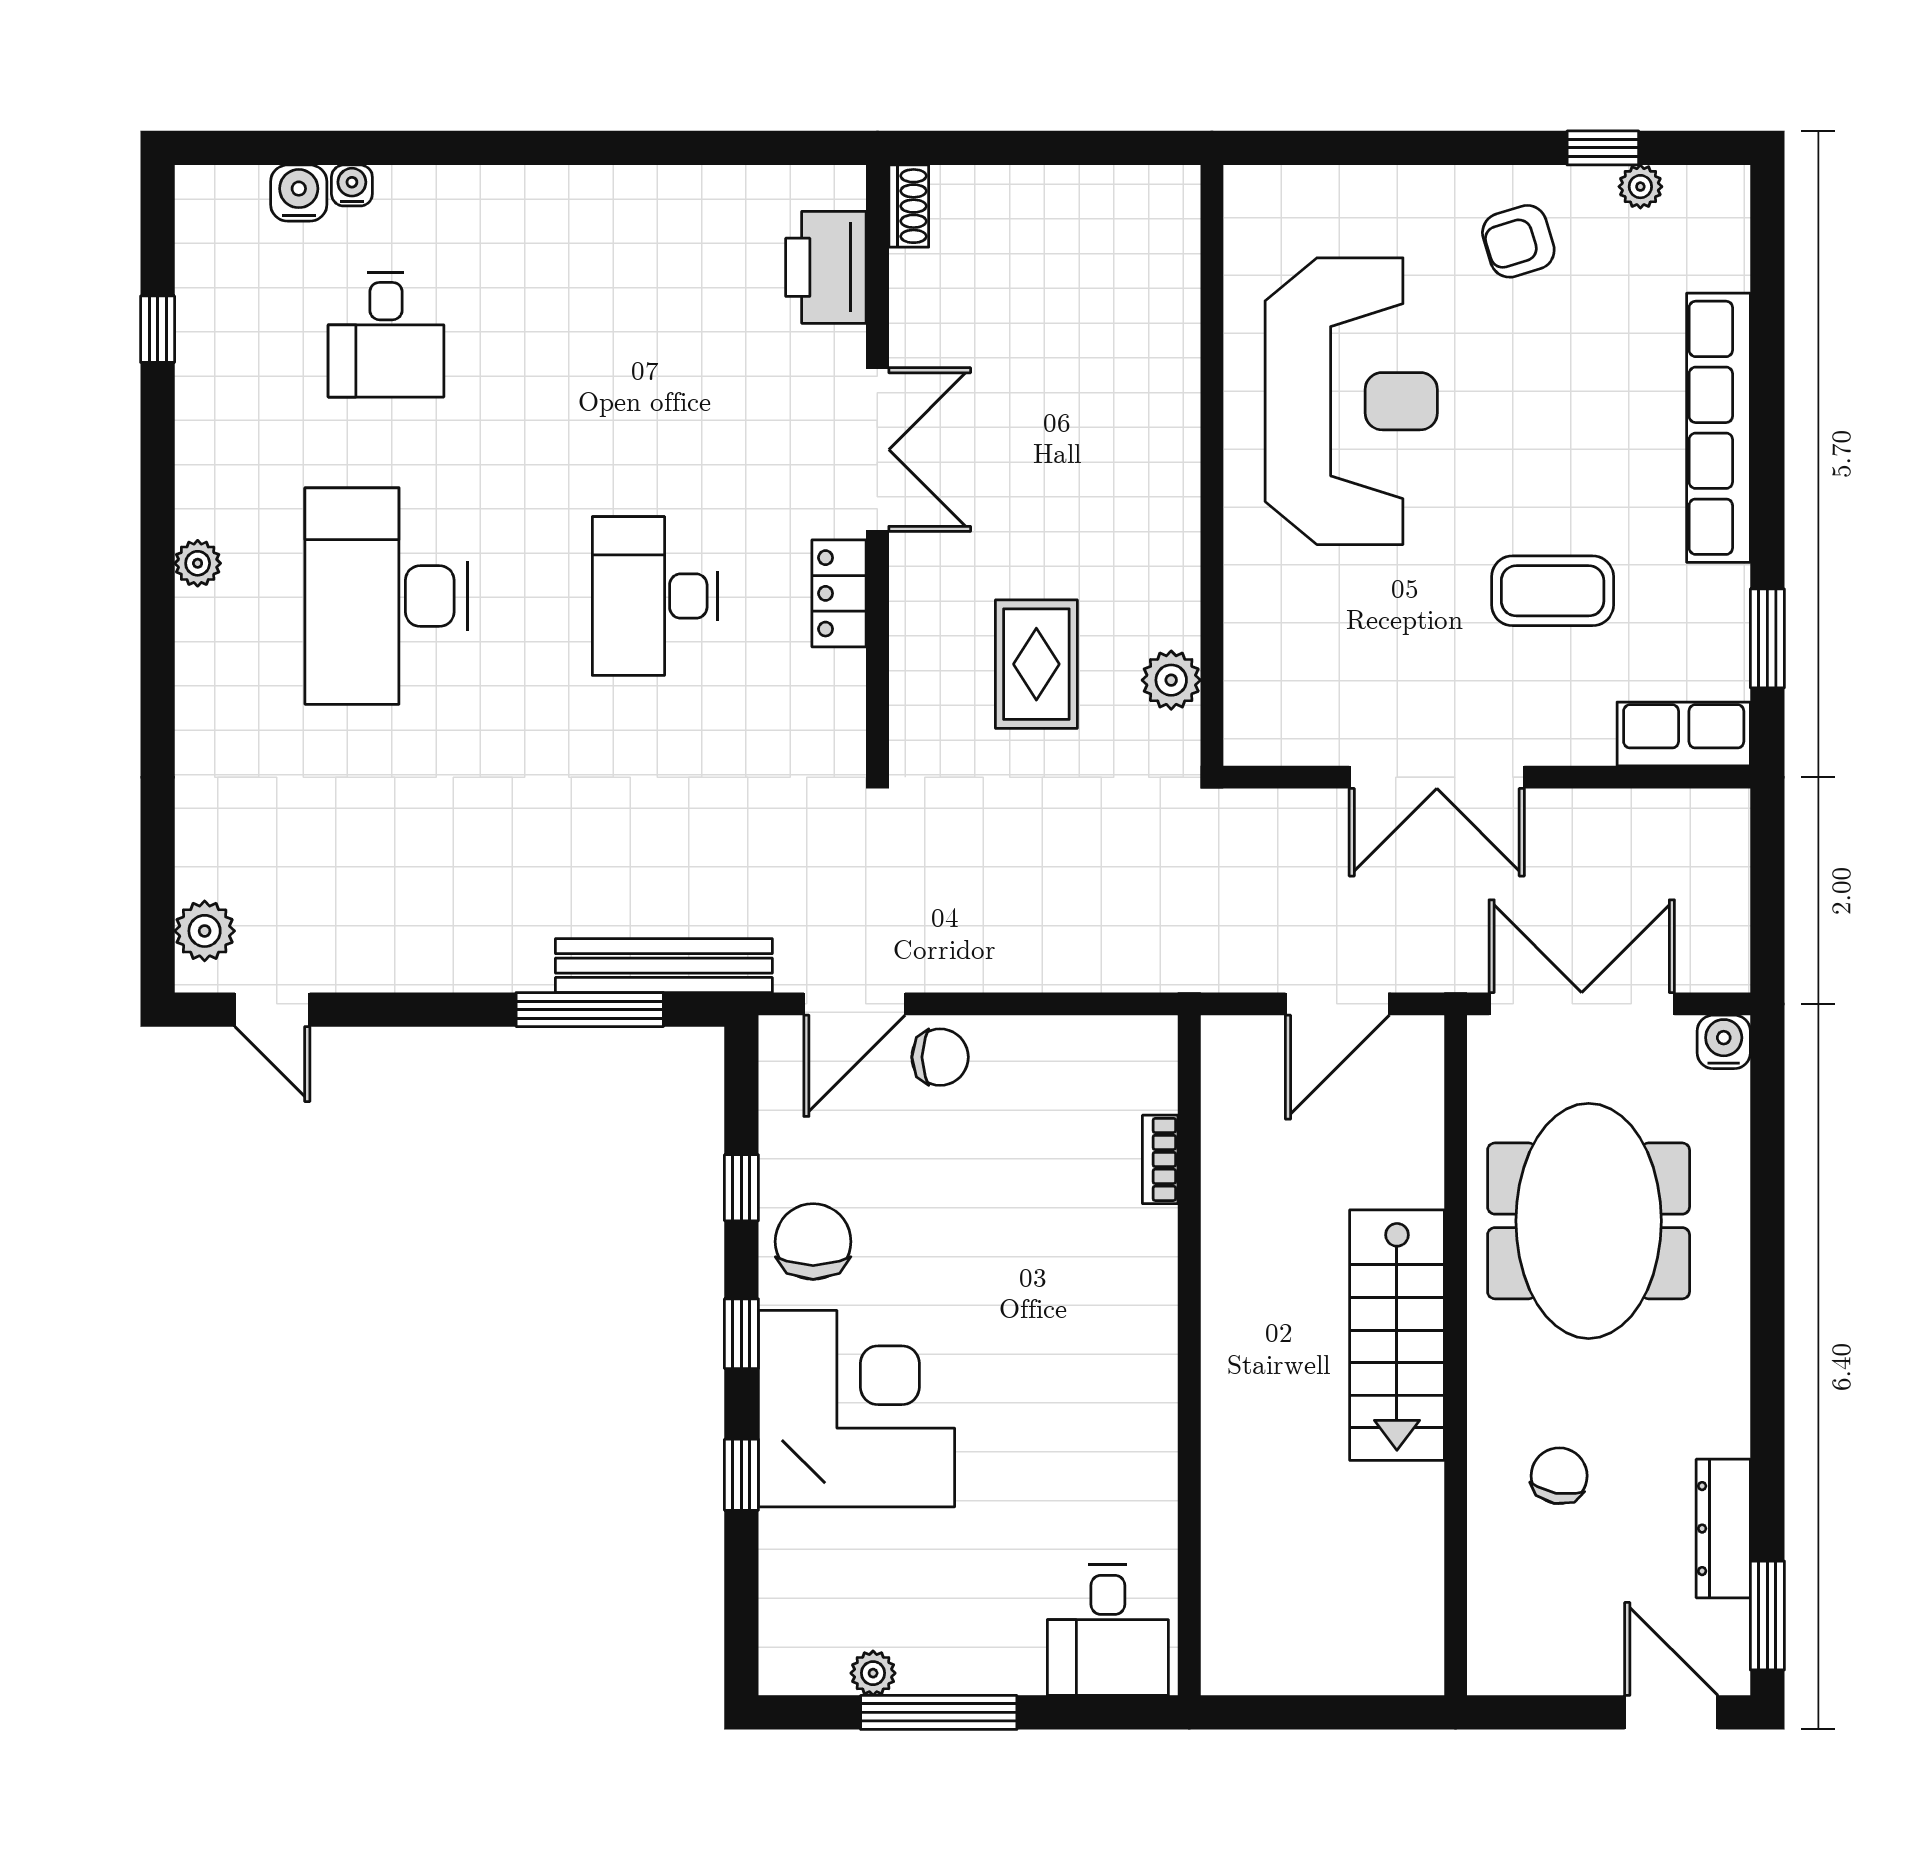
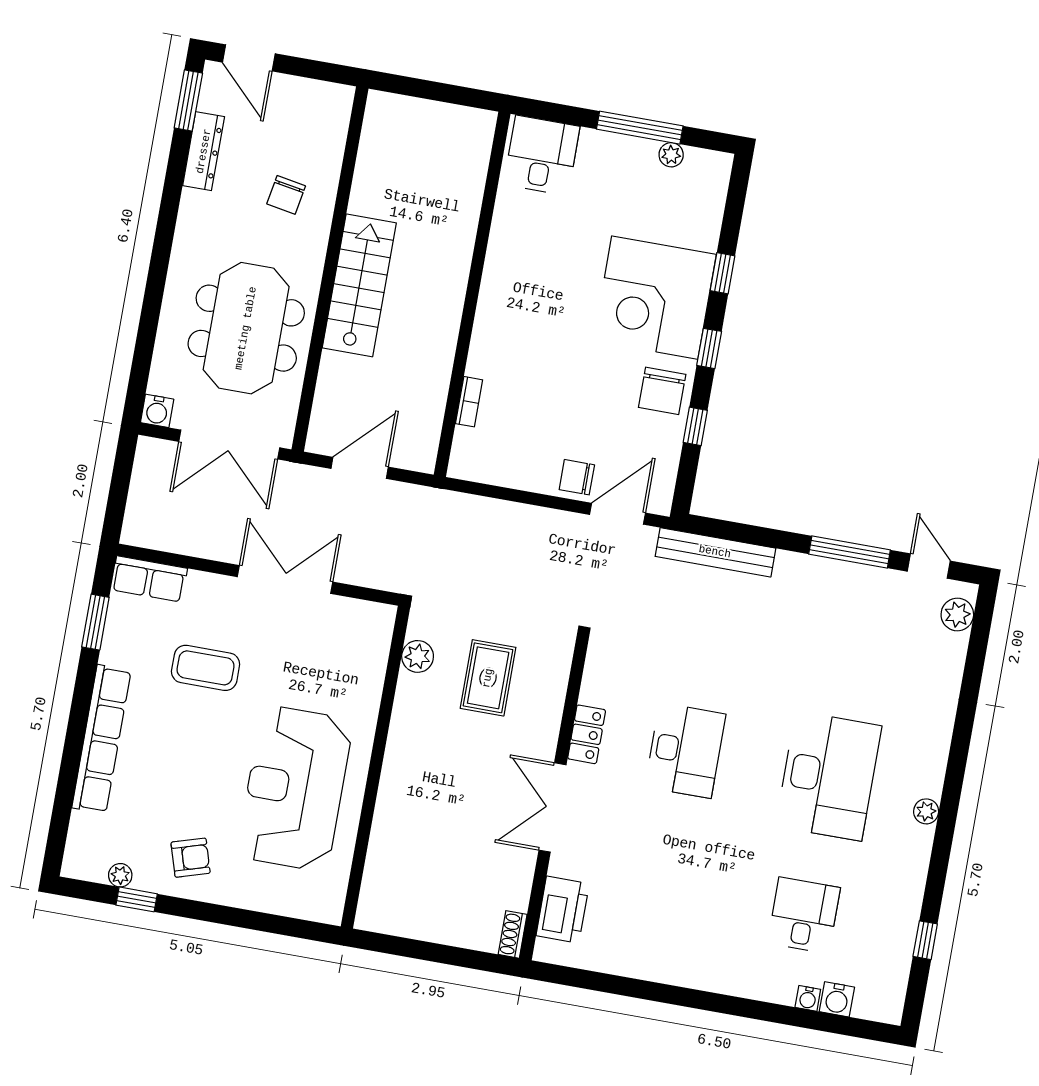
window: (590, 1010) -> (850, 552), moved

